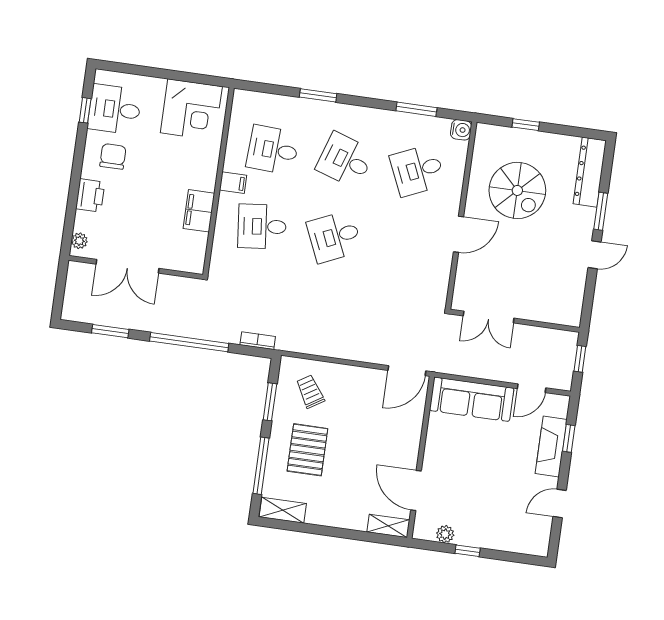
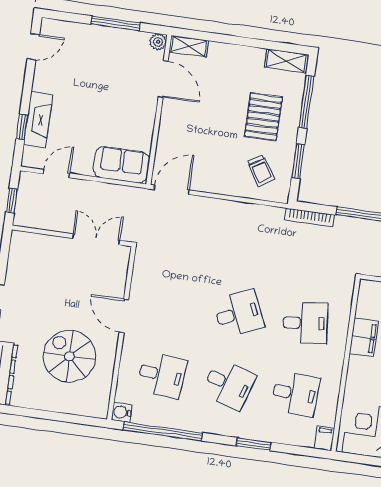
window: (416, 109) -> (163, 431), width x2.11
window: (526, 125) -> (62, 417), removed
desk: (417, 170) -> (162, 375), turned 30
filing cabinet: (233, 183) -> (324, 438), moved, turned 90
door: (458, 234) -> (124, 316), hinge flipped
bookcase: (258, 341) -> (309, 218), width x1.56
sofa: (472, 399) -> (121, 165), width x0.73
door: (560, 504) -> (33, 47), moved
plant: (445, 534) -> (158, 42), moved
window: (468, 551) -> (116, 23), width x2.17

